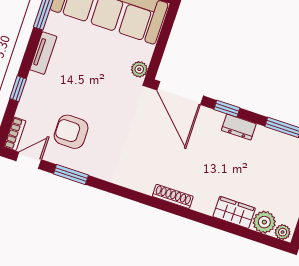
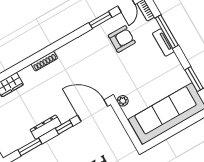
tv unit: (43, 53) -> (163, 42), moved
window: (18, 89) -> (167, 32), width x2.17
dresser: (239, 127) -> (46, 127), width x1.44

